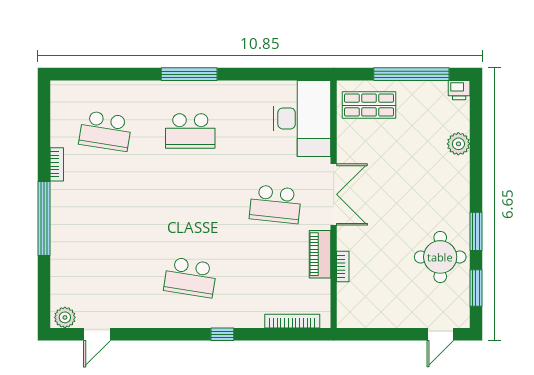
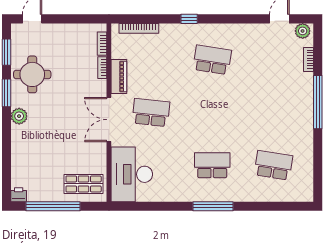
plant: (458, 144) -> (19, 116), moved
bookcase: (57, 164) -> (308, 59), moved
bookcase: (343, 300) -> (102, 44), added

